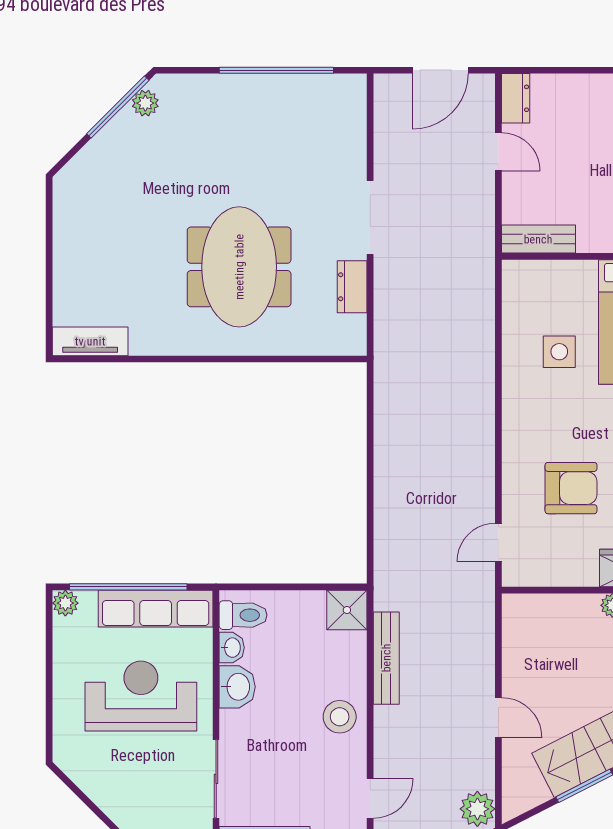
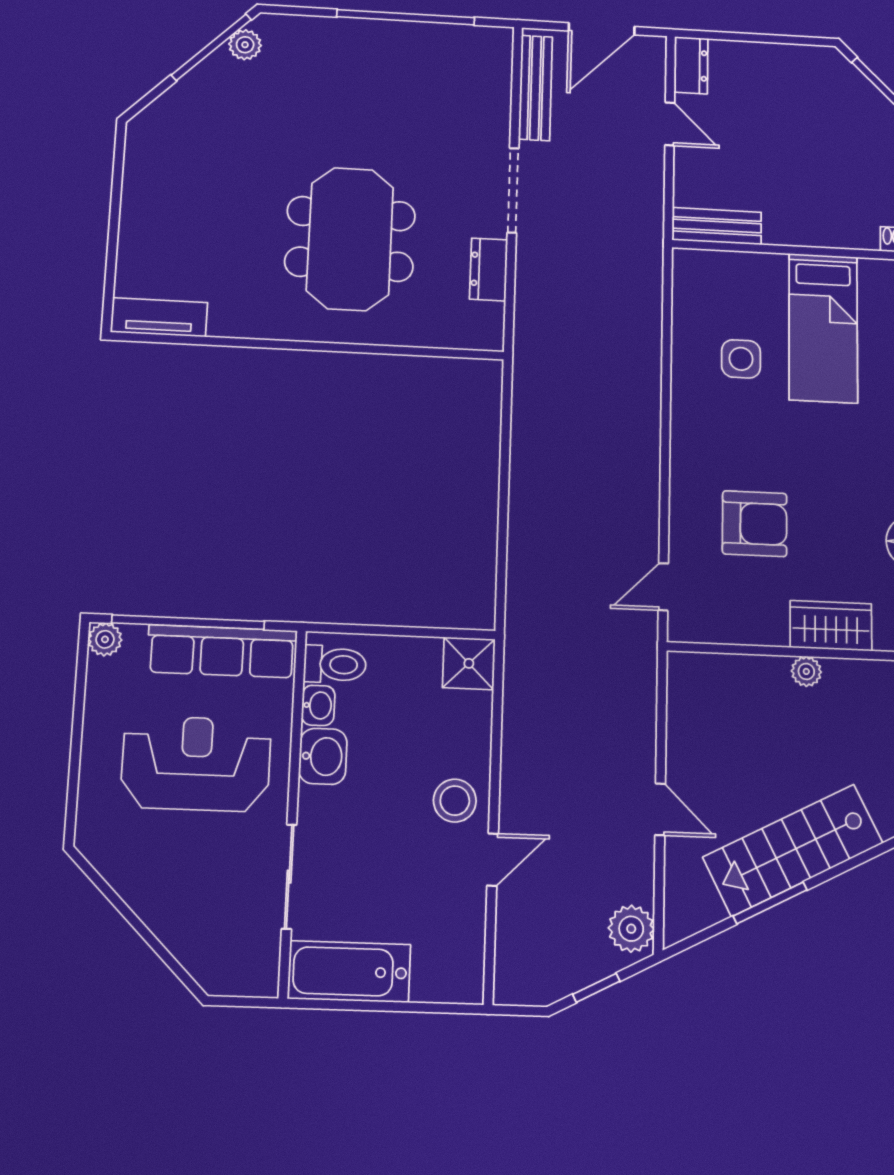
bench: (386, 658) -> (536, 88), moved
door: (370, 798) -> (493, 860), moved

